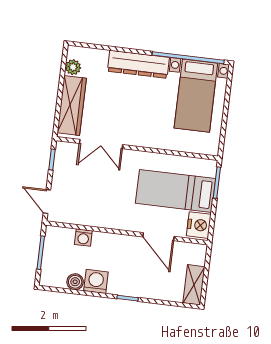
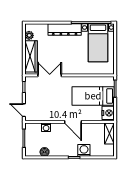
double door: (101, 144) -> (50, 75), swing flipped
door: (158, 237) -> (73, 122), moved
washing machine: (96, 281) -> (84, 150), moved
shelving: (194, 285) -> (109, 134), moved

